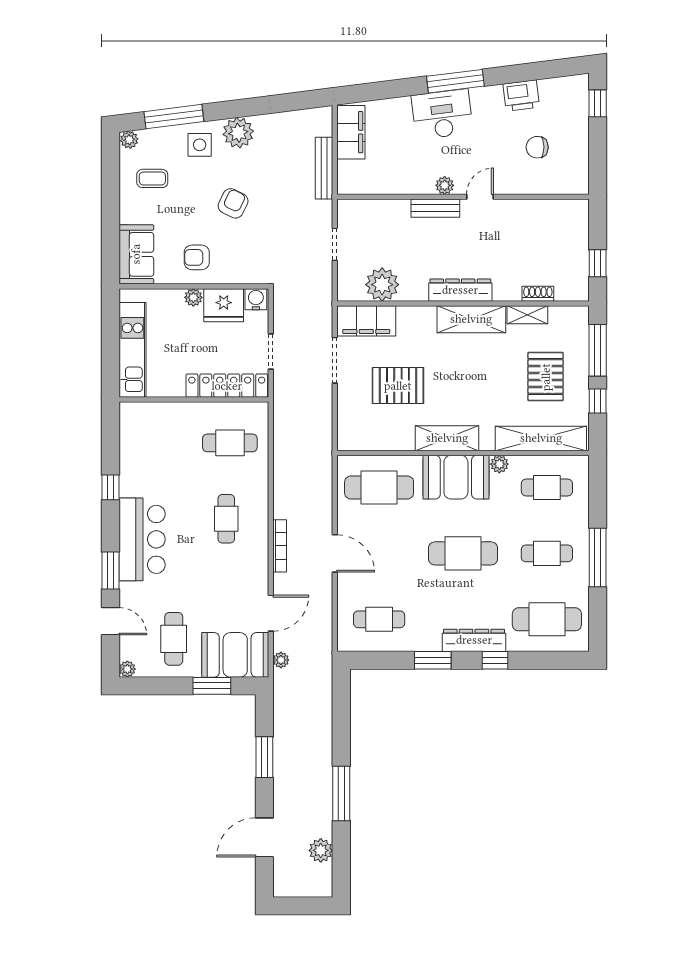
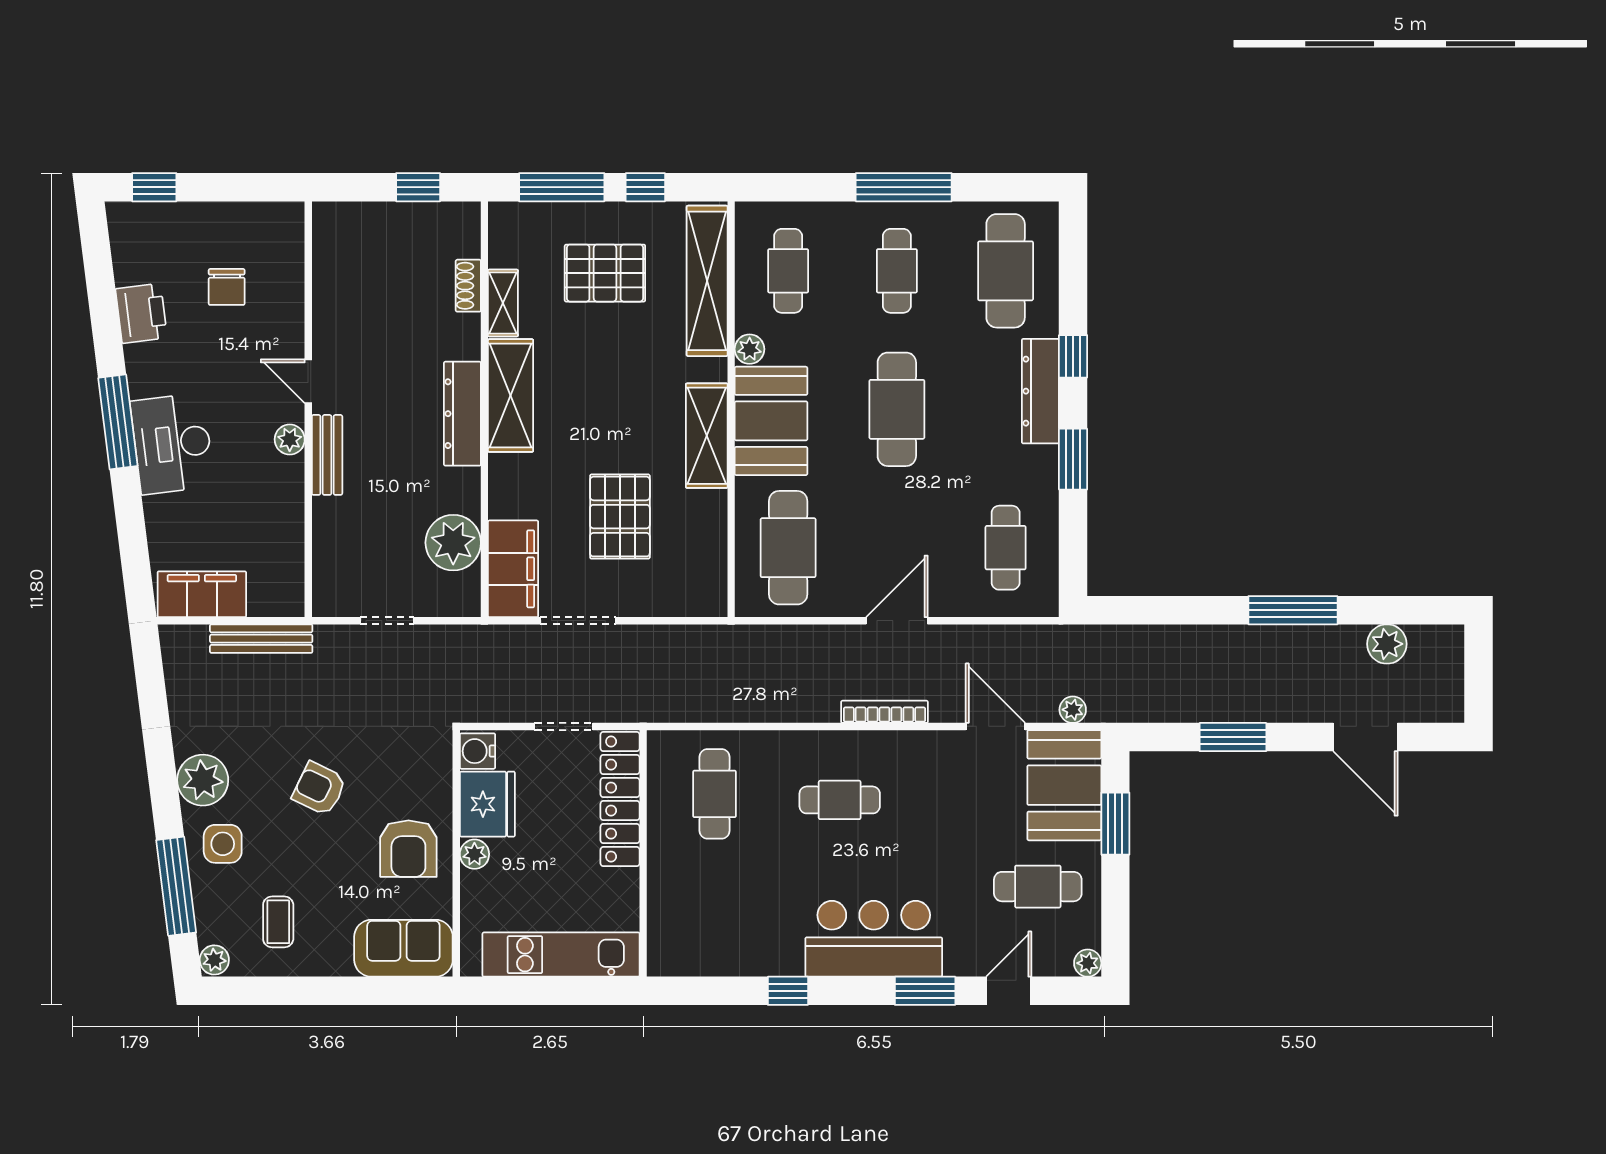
armchair: (197, 257) -> (408, 849), width x1.38, depth x1.38

